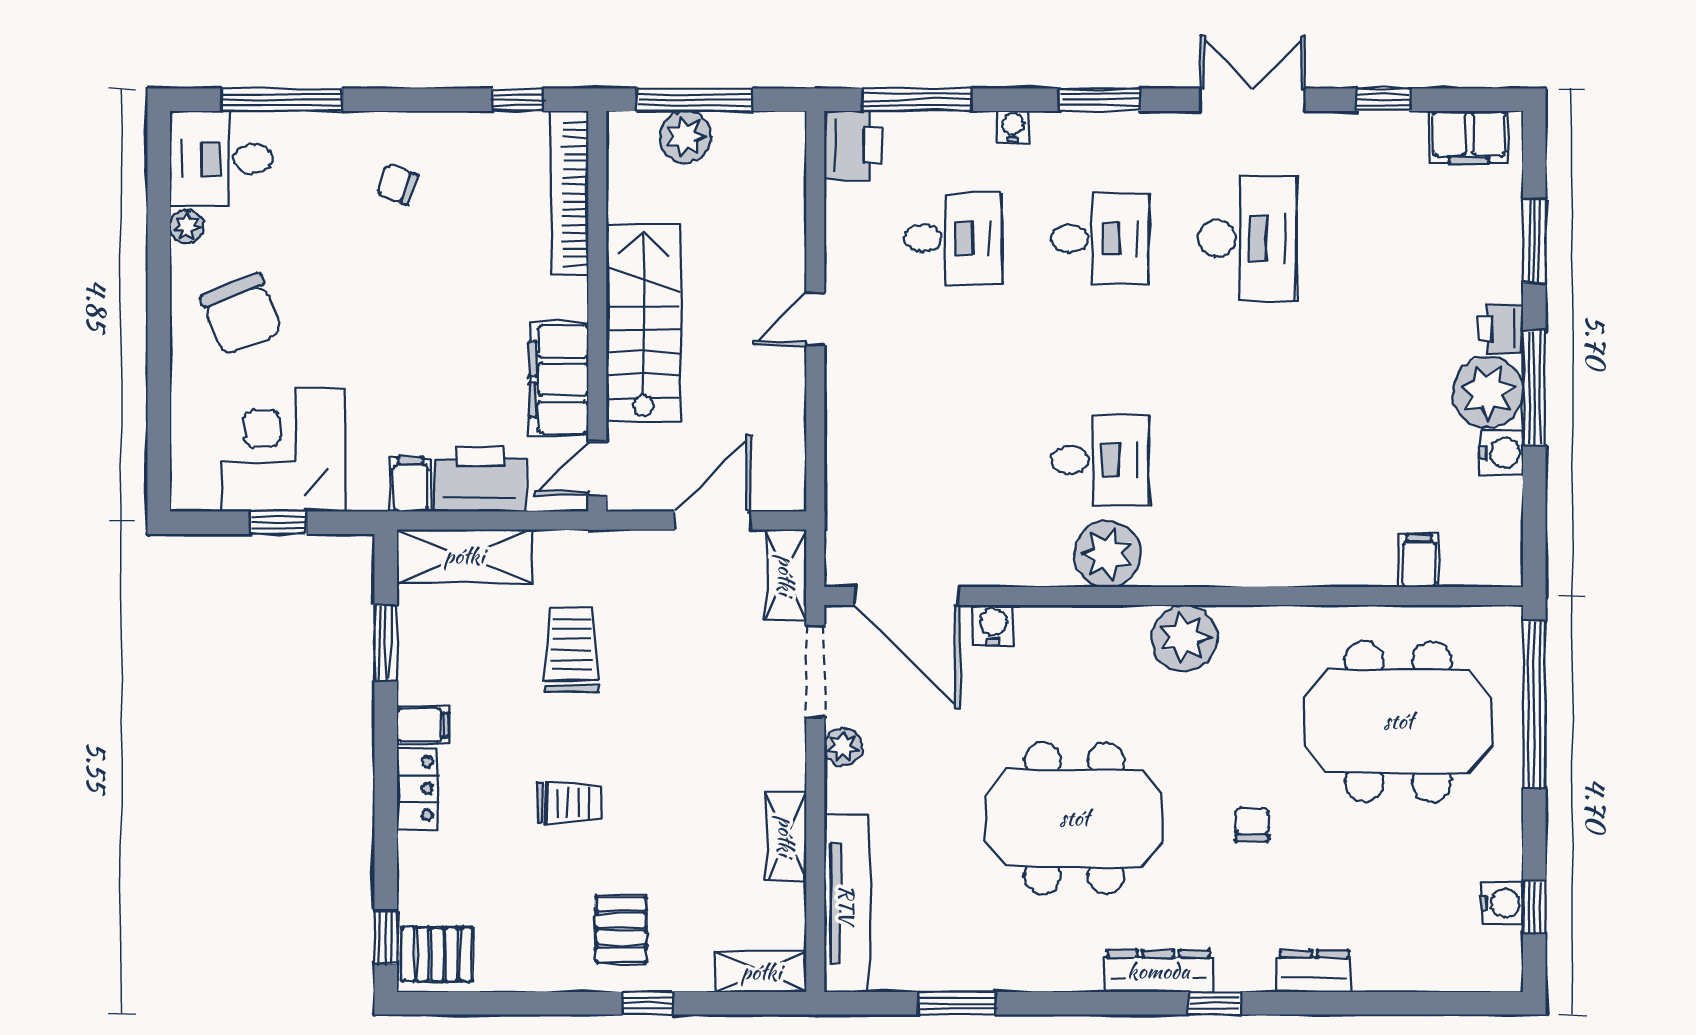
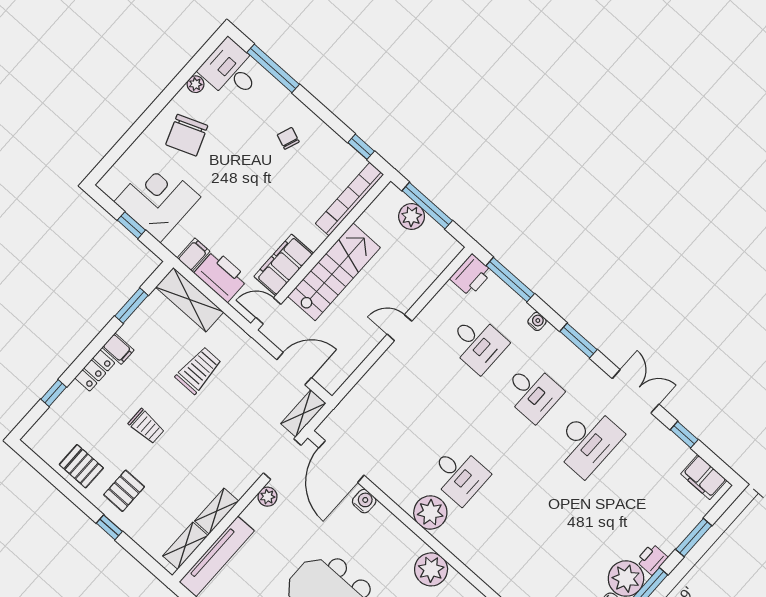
window: (386, 937) -> (54, 393), moved
pallet: (437, 954) -> (81, 466), moved
shelving: (761, 972) -> (185, 546), moved, turned 90

